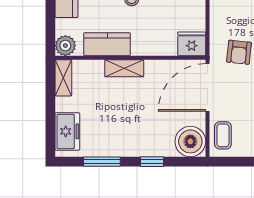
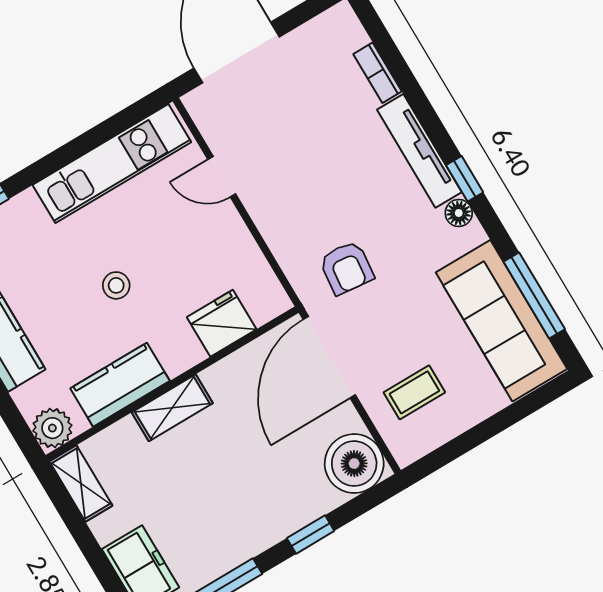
fridge: (192, 44) -> (222, 323), moved
coffee table: (223, 135) -> (414, 392), moved, turned 90

